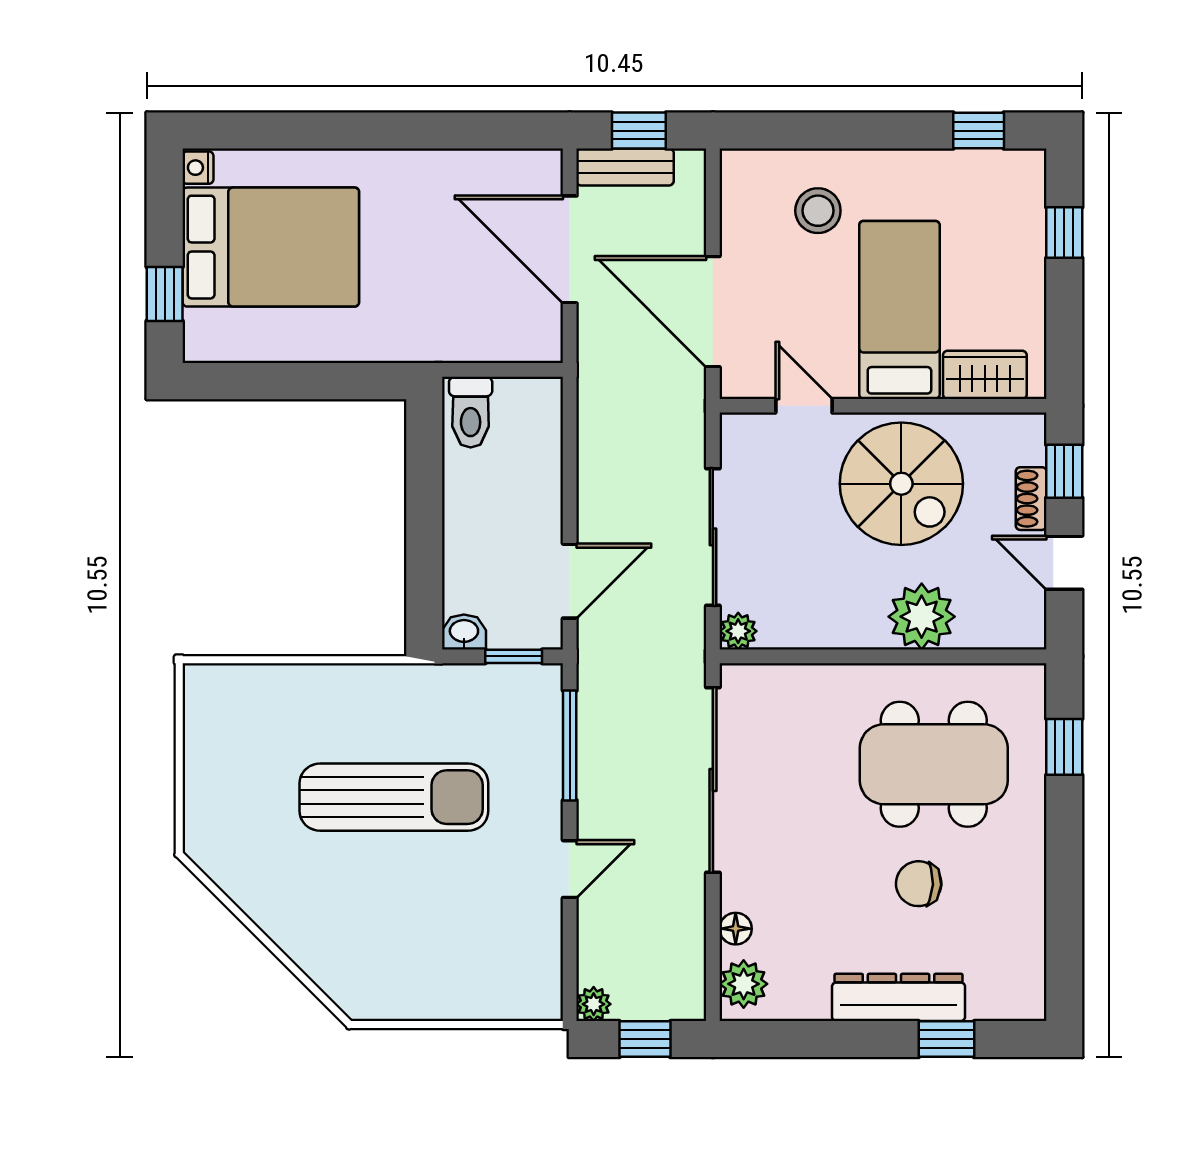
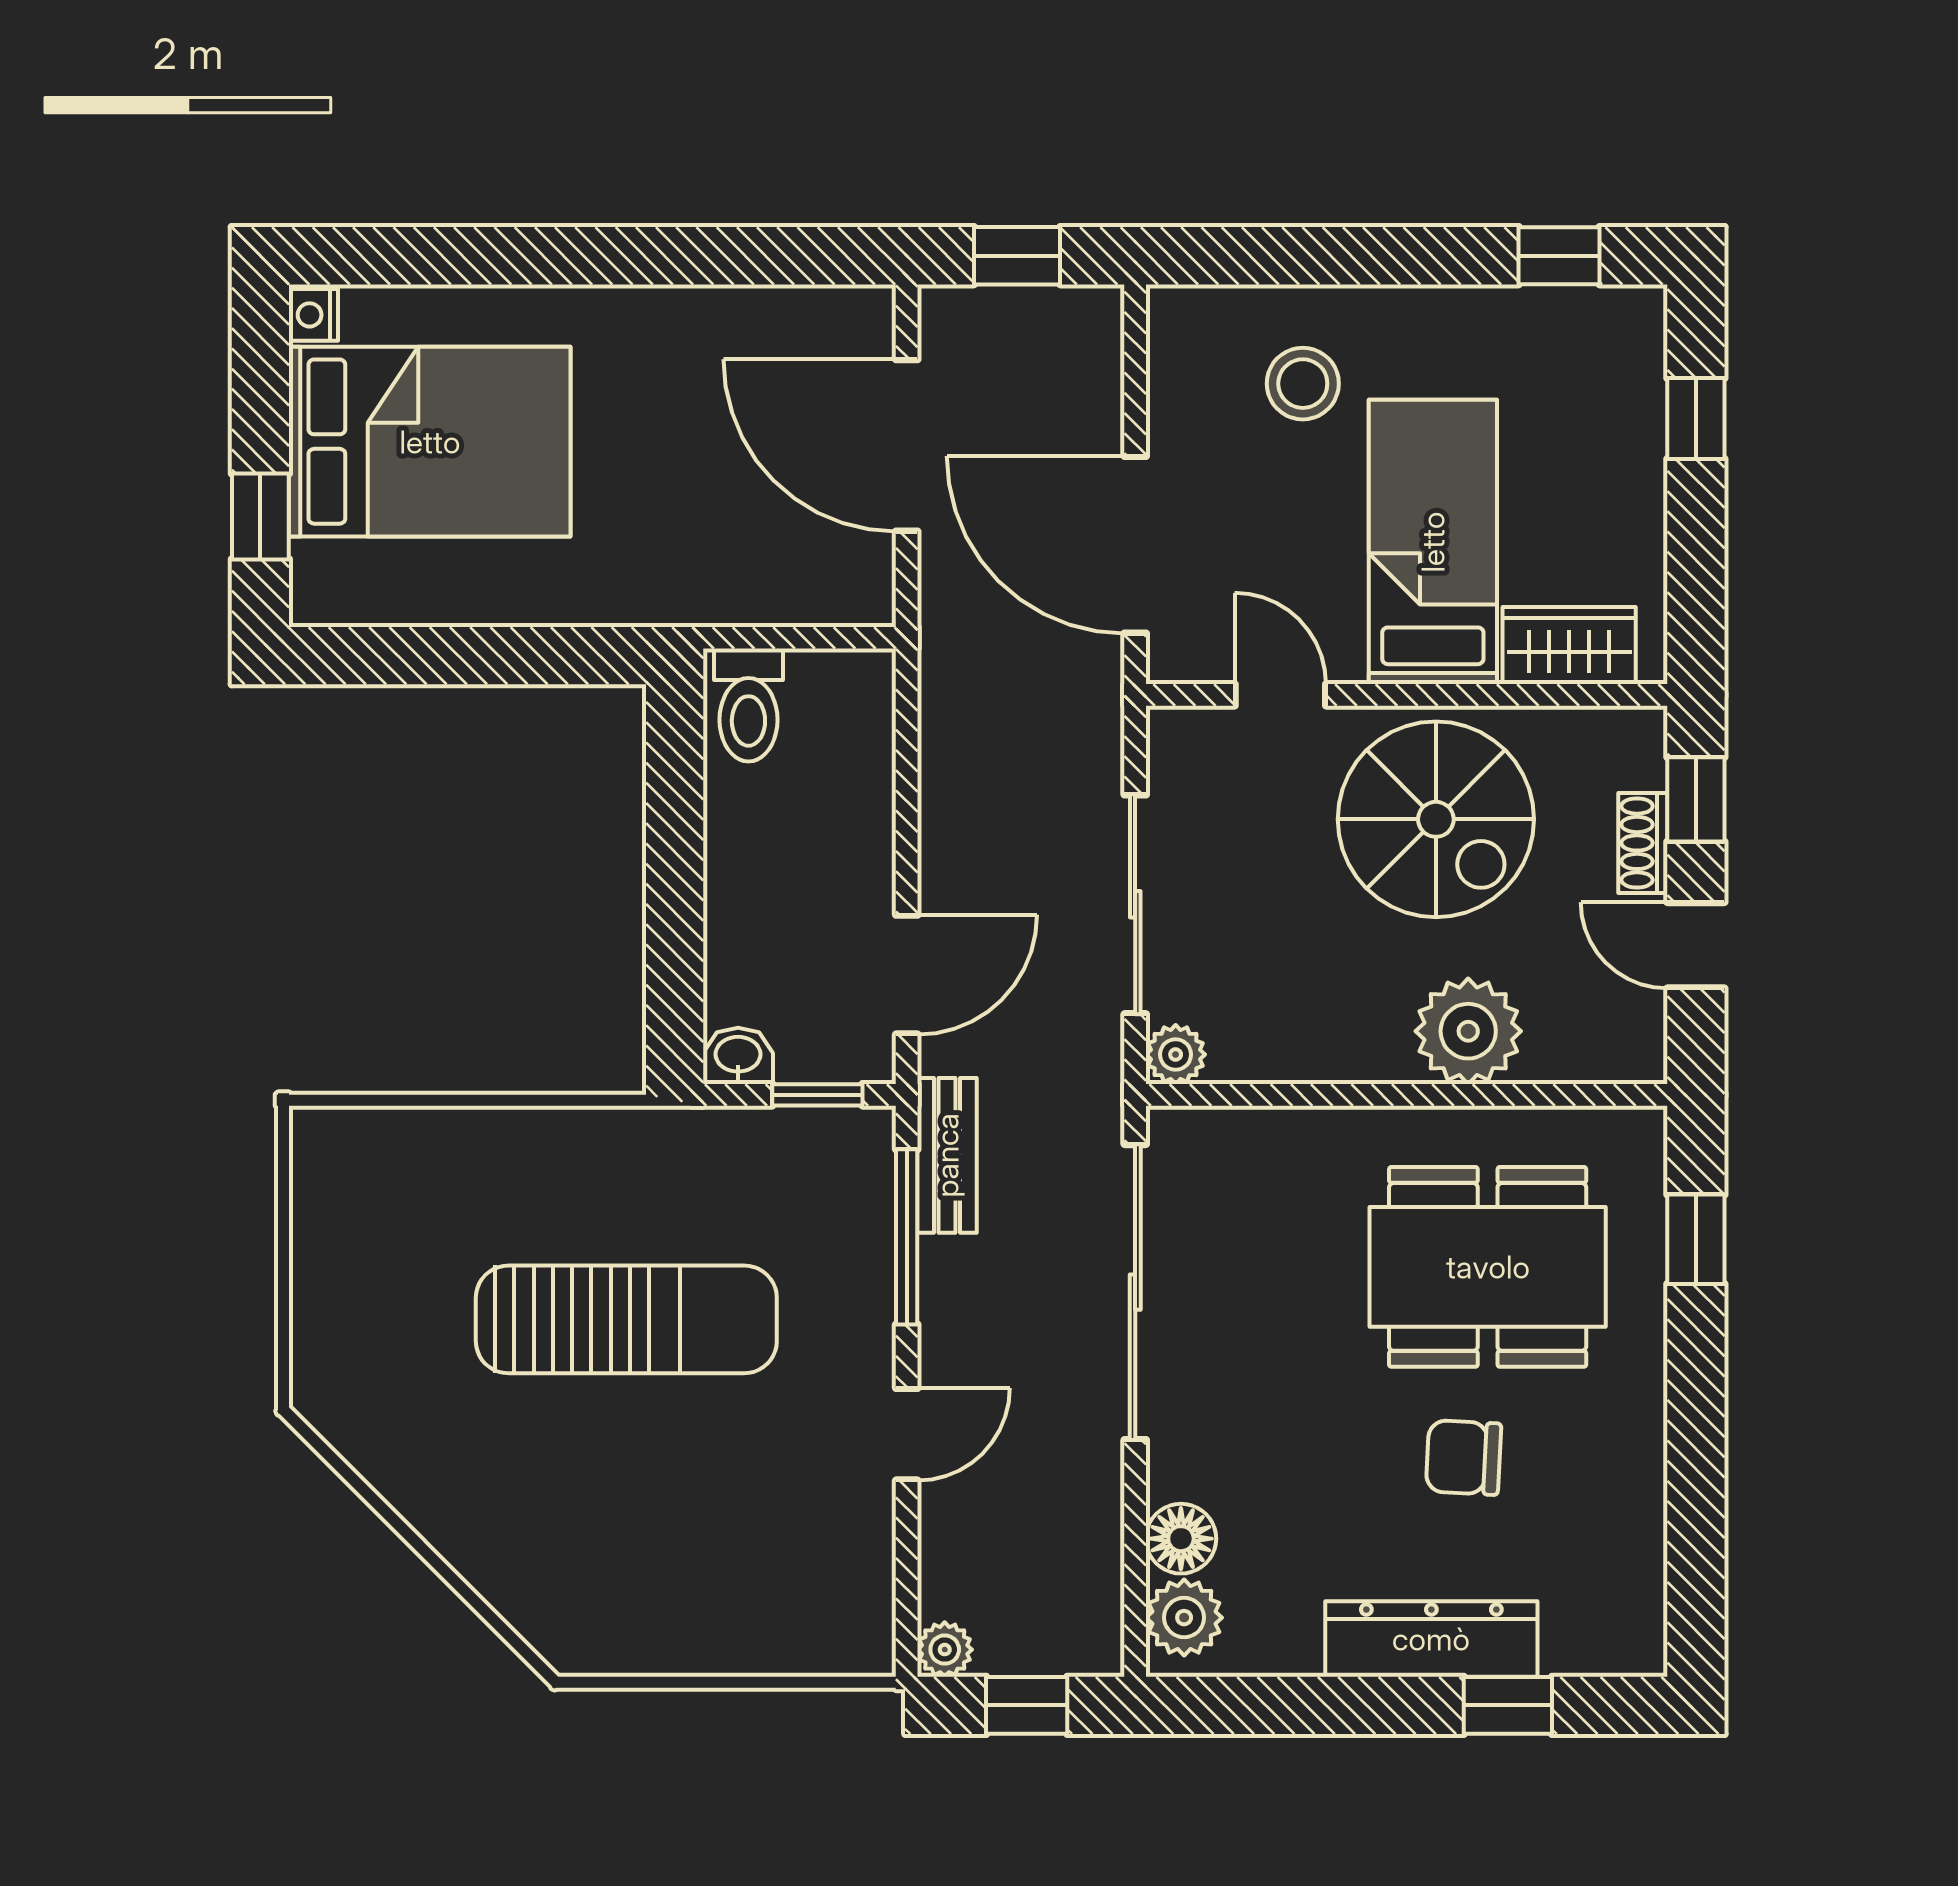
bench: (625, 167) -> (947, 1155), moved, turned 90
floor lamp: (736, 929) -> (1181, 1539), width x1.37, depth x1.37

